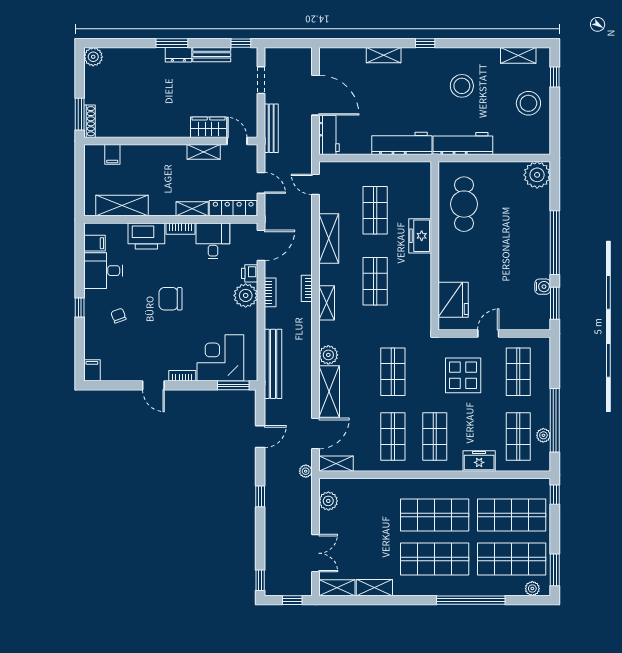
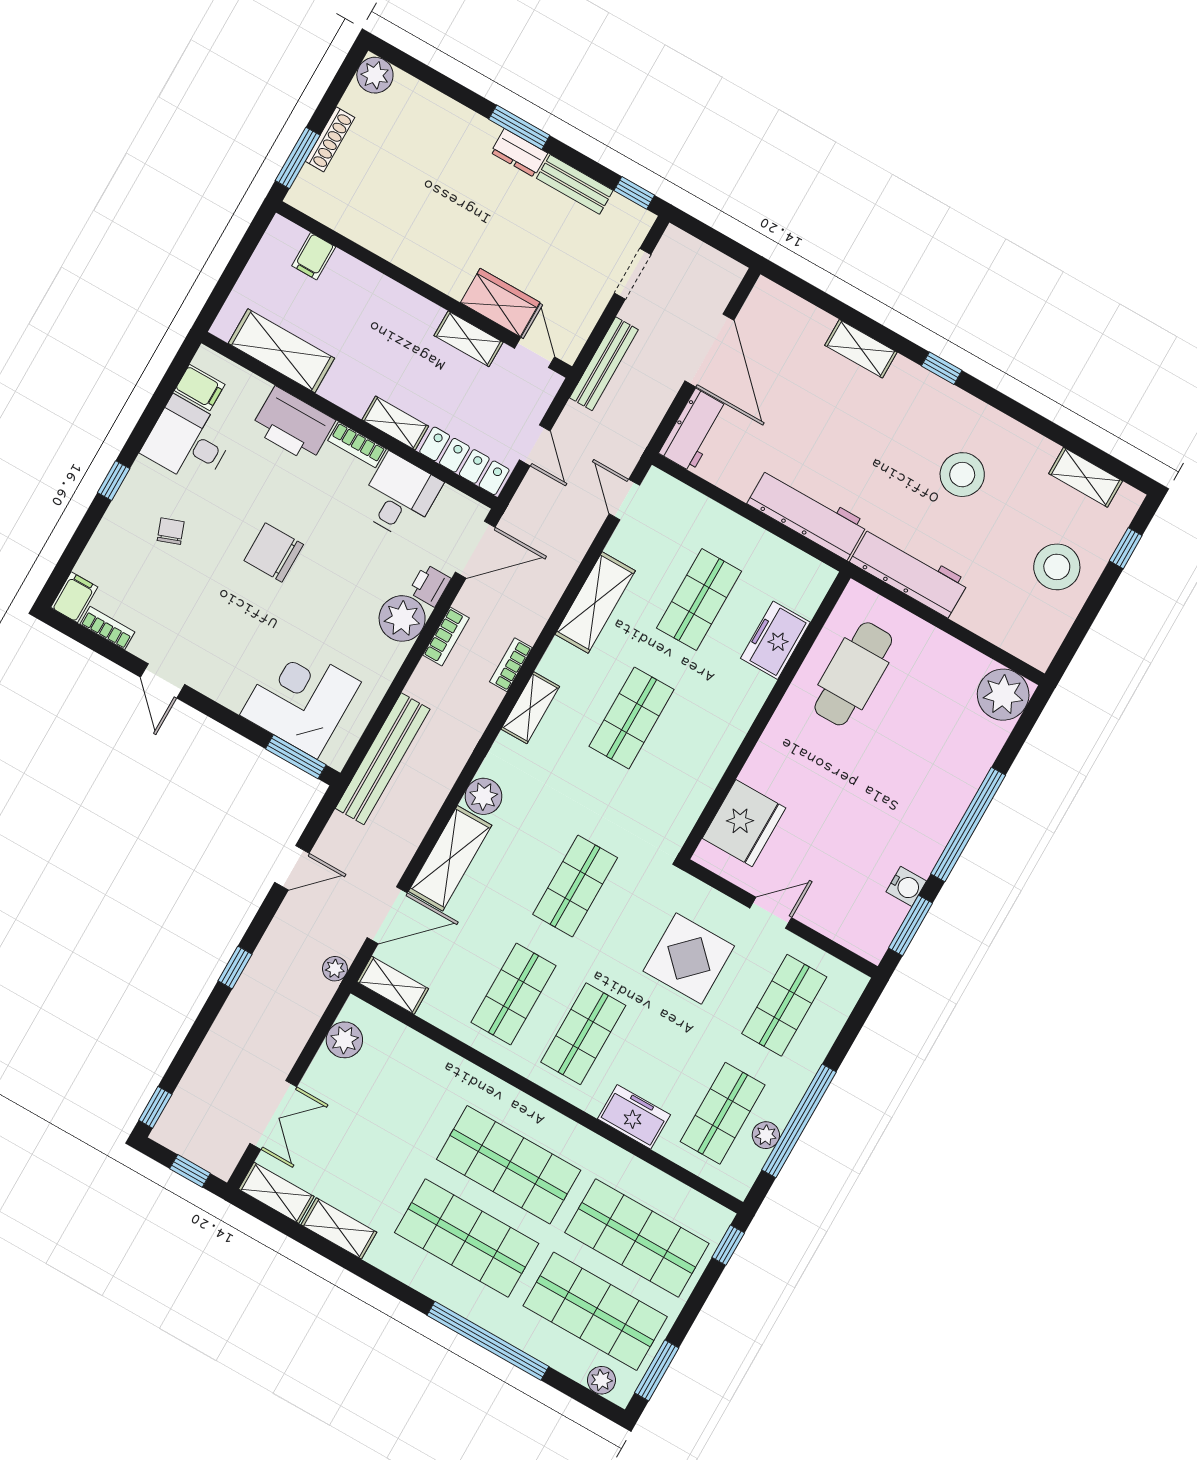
shoe rack: (89, 121) -> (330, 139), moved
freezer: (420, 236) -> (775, 640), moved
bookcase: (182, 376) -> (107, 628), moved

